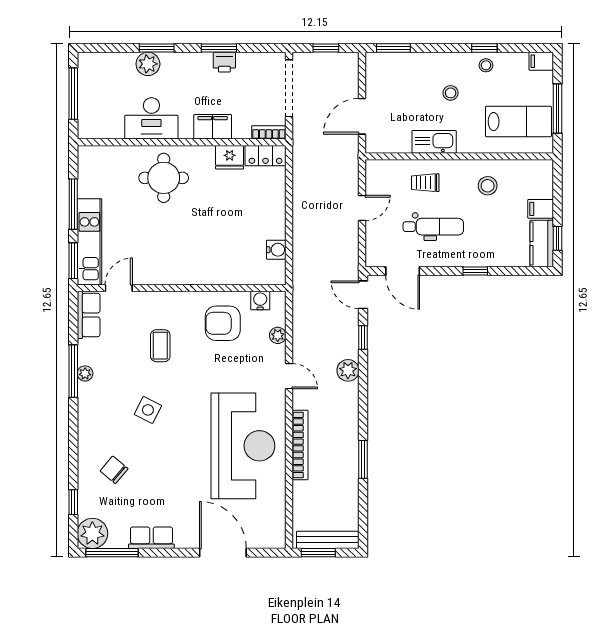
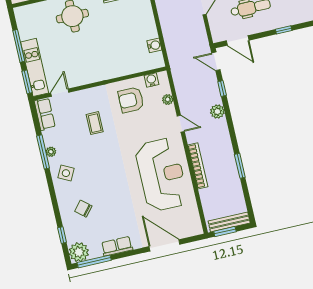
side table: (148, 410) -> (66, 173), moved

